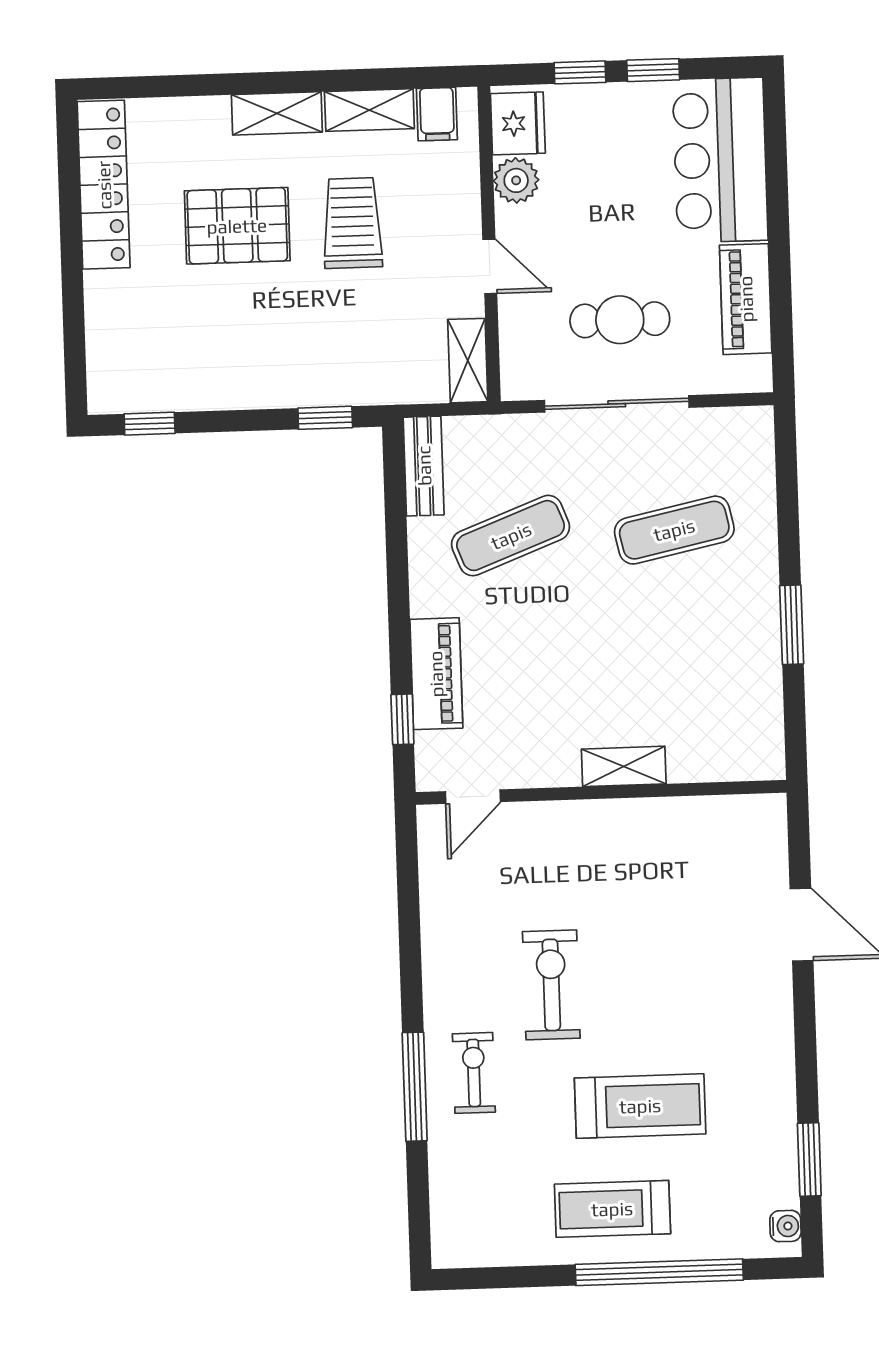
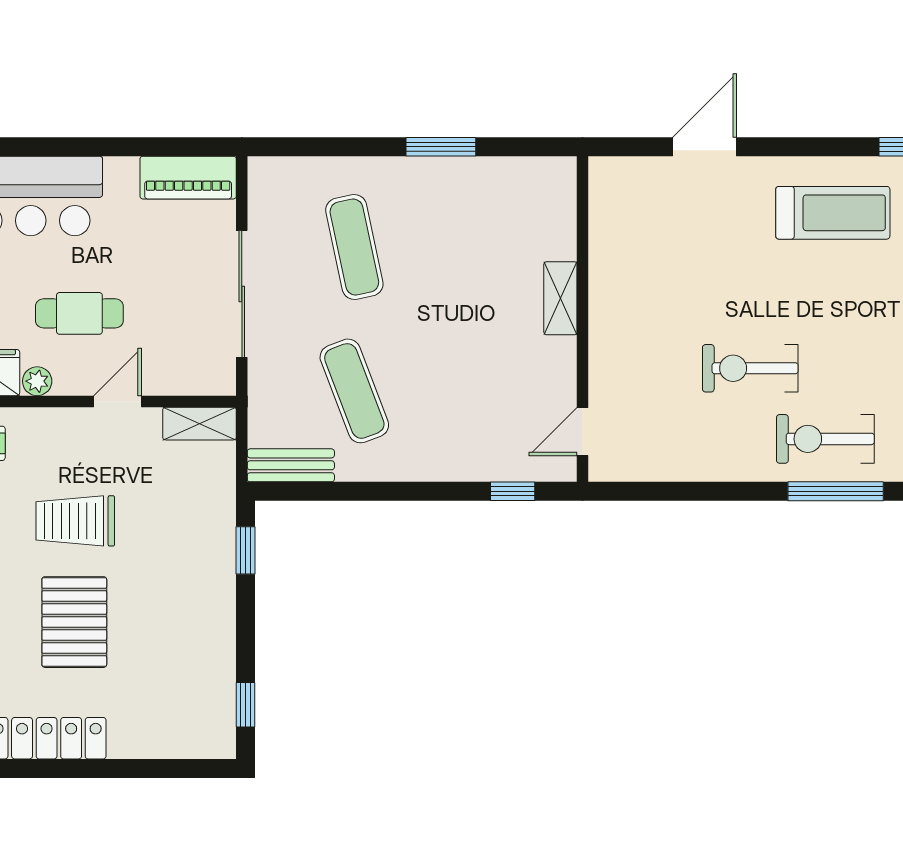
plant: (516, 180) -> (37, 381), width x0.73, depth x0.73
piano: (746, 299) -> (188, 178), moved
cafe table: (620, 320) -> (79, 313), moved, turned 90
piano: (436, 674) -> (474, 460), removed
door: (473, 797) -> (583, 432), swing flipped
exercise bike: (474, 1073) -> (825, 439), width x1.38, depth x1.39
treadmill: (640, 1106) -> (833, 213), moved, turned 90

